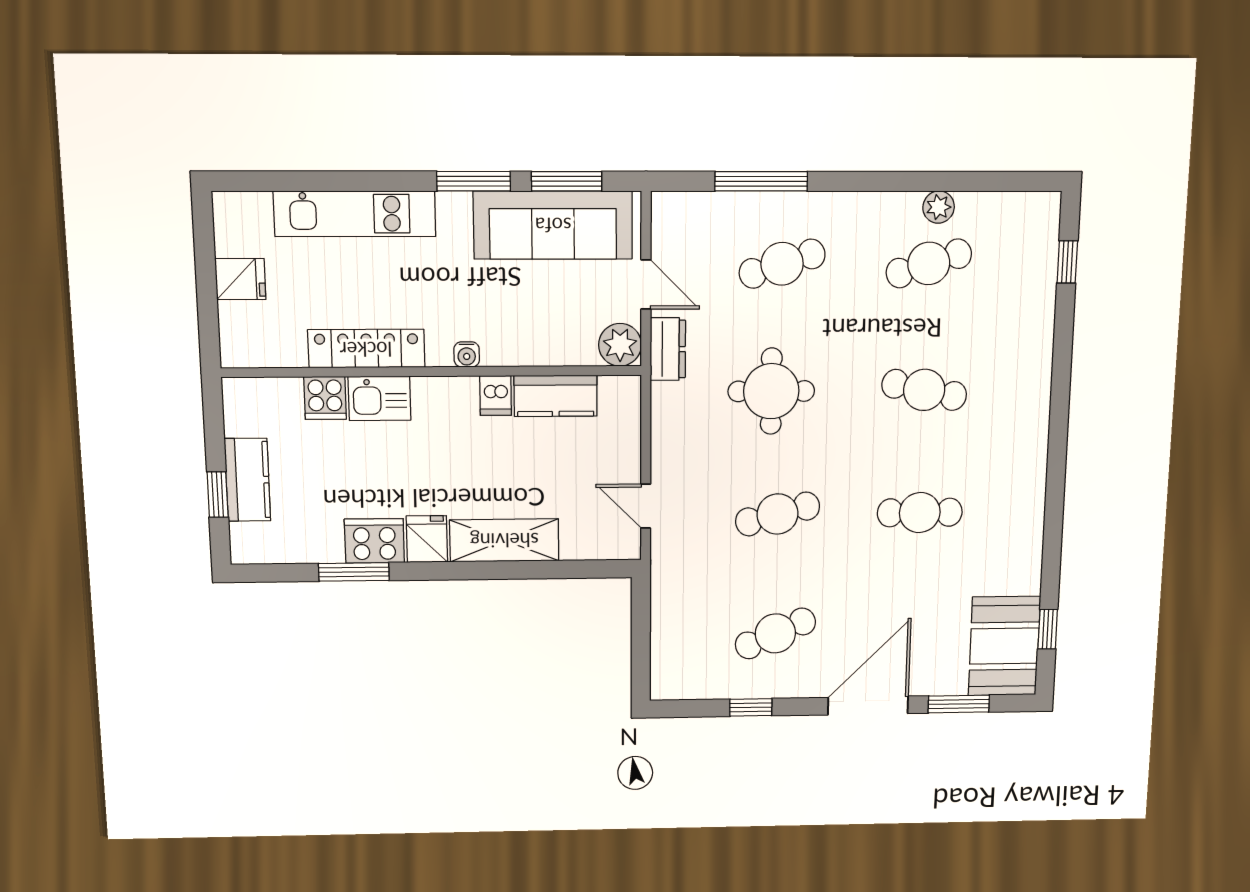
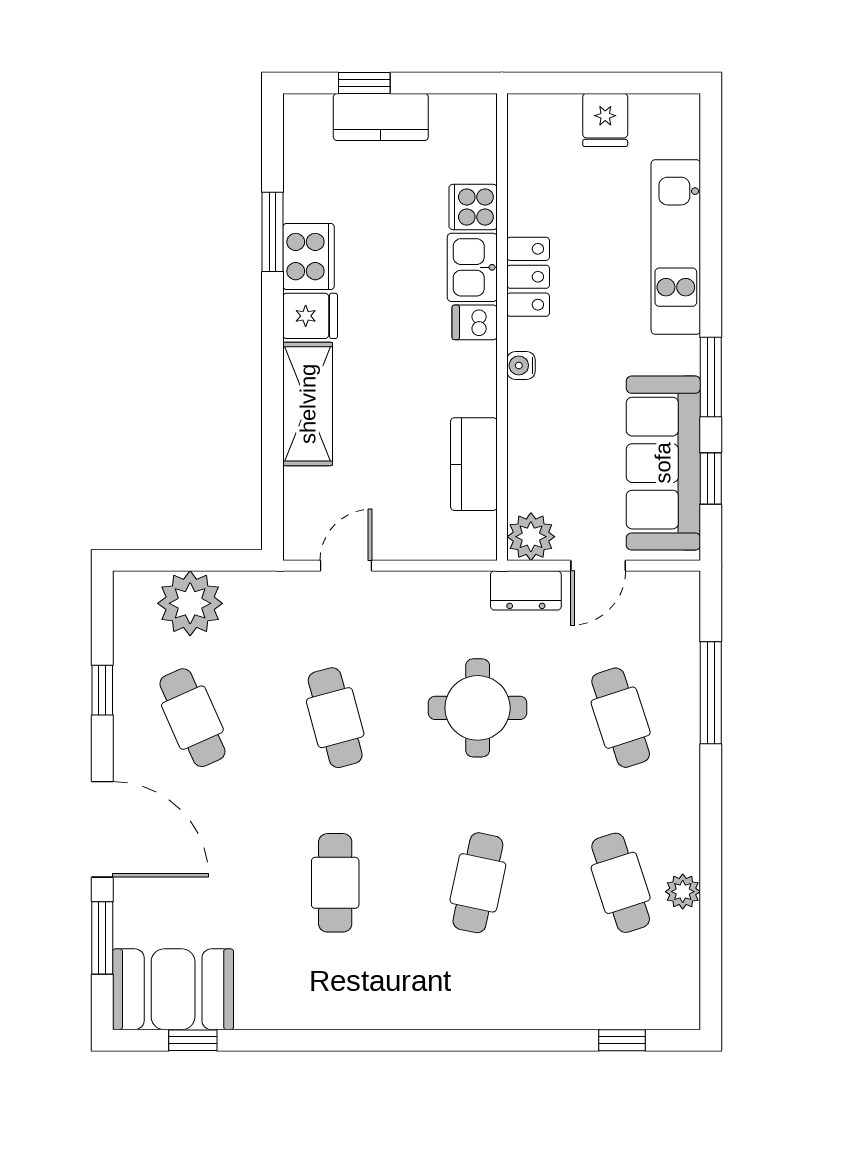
window: (567, 181) -> (711, 479), width x0.67
locker: (366, 349) -> (528, 277), width x0.66
dishwasher: (496, 396) -> (475, 322), moved
plant: (678, 637) -> (190, 603), added

